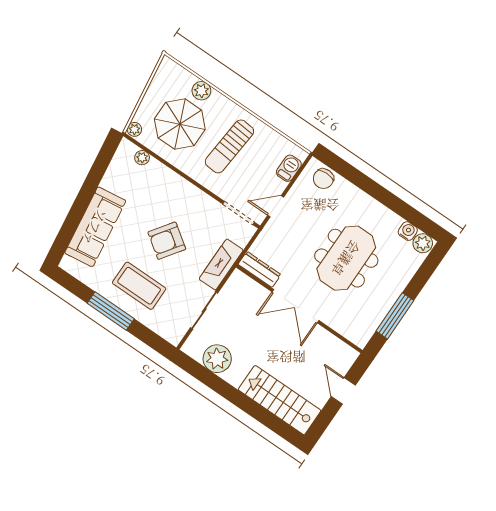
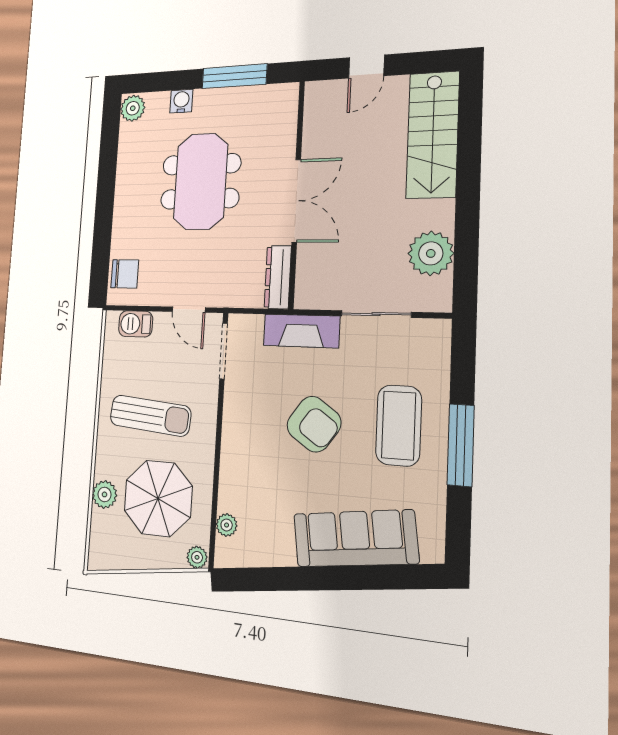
water cooler: (408, 231) -> (181, 101), moved, turned 90
meeting table: (346, 258) -> (201, 181), turned 90

